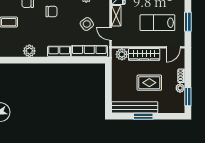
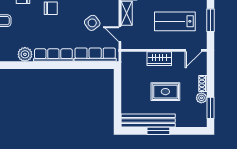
row of seats: (59, 52) -> (53, 55), width x1.48
plant: (122, 54) -> (133, 58), removed
wardrobe: (144, 54) -> (159, 59), width x0.67

